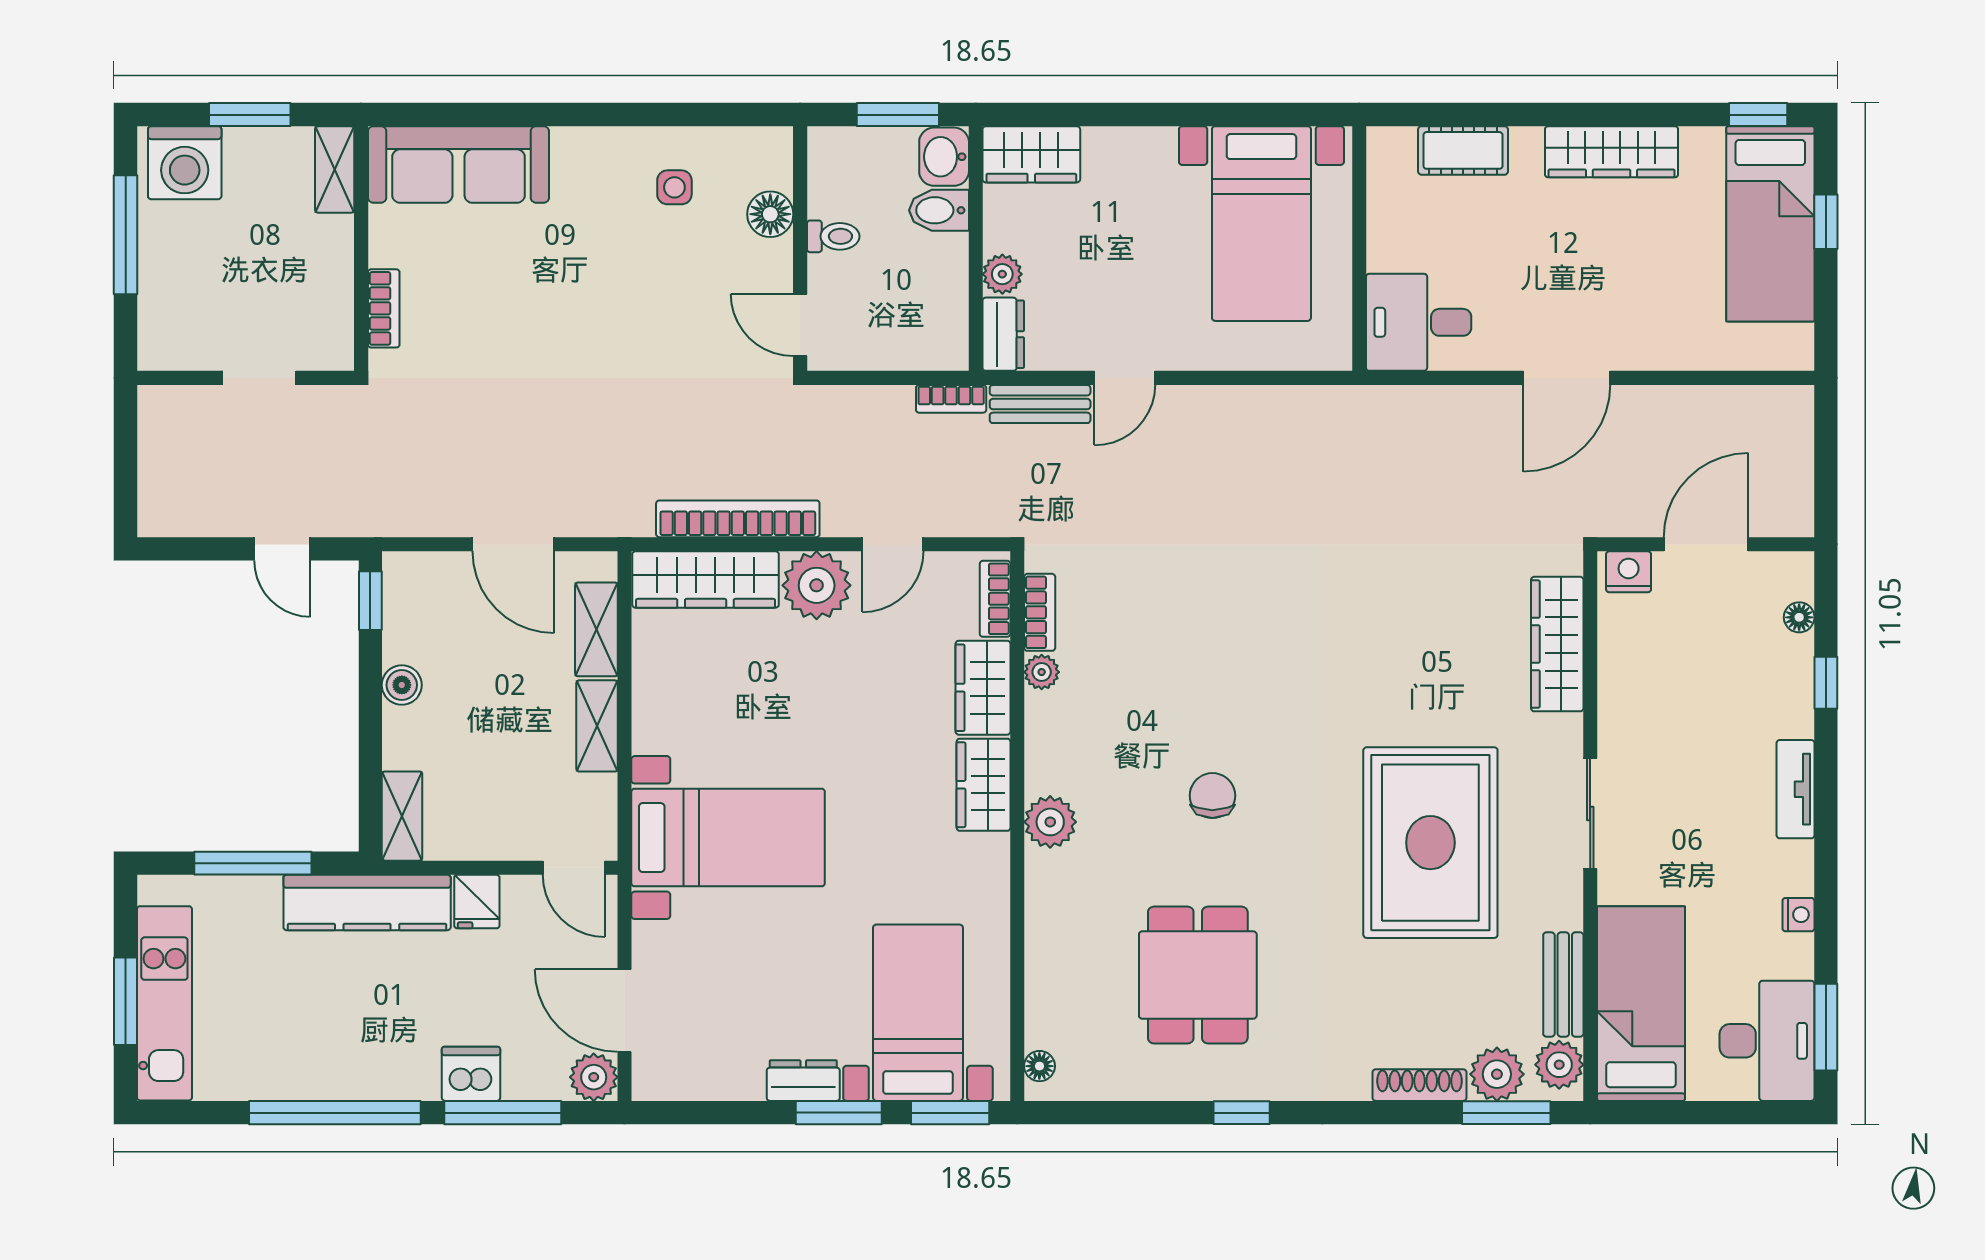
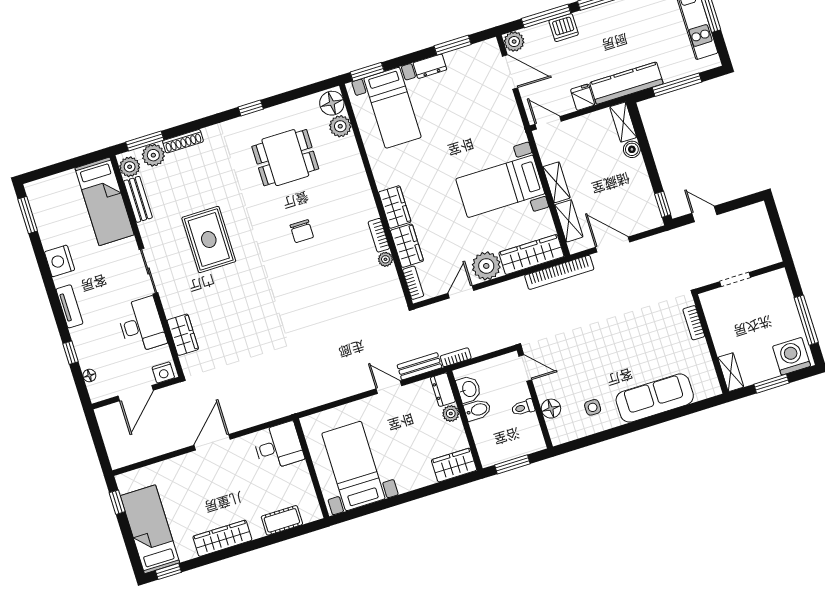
washbasin: (944, 157) -> (469, 389), moved
sofa: (458, 165) -> (655, 398), moved
bidet: (939, 210) -> (477, 410), moved
window: (1826, 222) -> (117, 502), moved
door: (1125, 378) -> (389, 387), hinge flipped
bookcase: (738, 519) -> (559, 272), moved
bookcase: (1040, 612) -> (379, 235), moved
wardrobe: (1557, 644) -> (183, 335), width x0.67
boiler: (402, 685) -> (632, 149), moved
plant: (1050, 822) -> (340, 126), moved
bed with nightstands: (728, 838) -> (500, 186), moved
rug: (1430, 843) -> (209, 240), width x0.73, depth x0.69
nightstand: (1798, 915) -> (60, 261), width x1.89, depth x1.79
dining table: (1198, 975) -> (285, 158), turned 90
desk: (1767, 1041) -> (141, 325), moved, turned 180
floor lamp: (1039, 1066) -> (332, 103), width x1.89, depth x1.89
window: (839, 1113) -> (453, 45), moved

